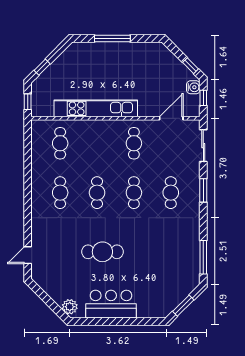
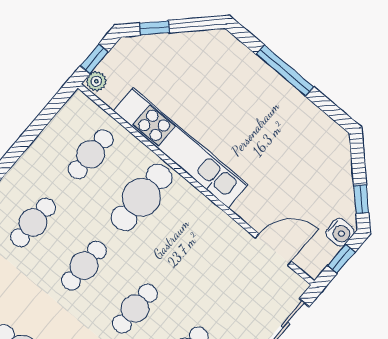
plant: (36, 110) -> (96, 81), added
cafe table: (134, 143) -> (142, 197), moved, width x1.37, depth x1.35

